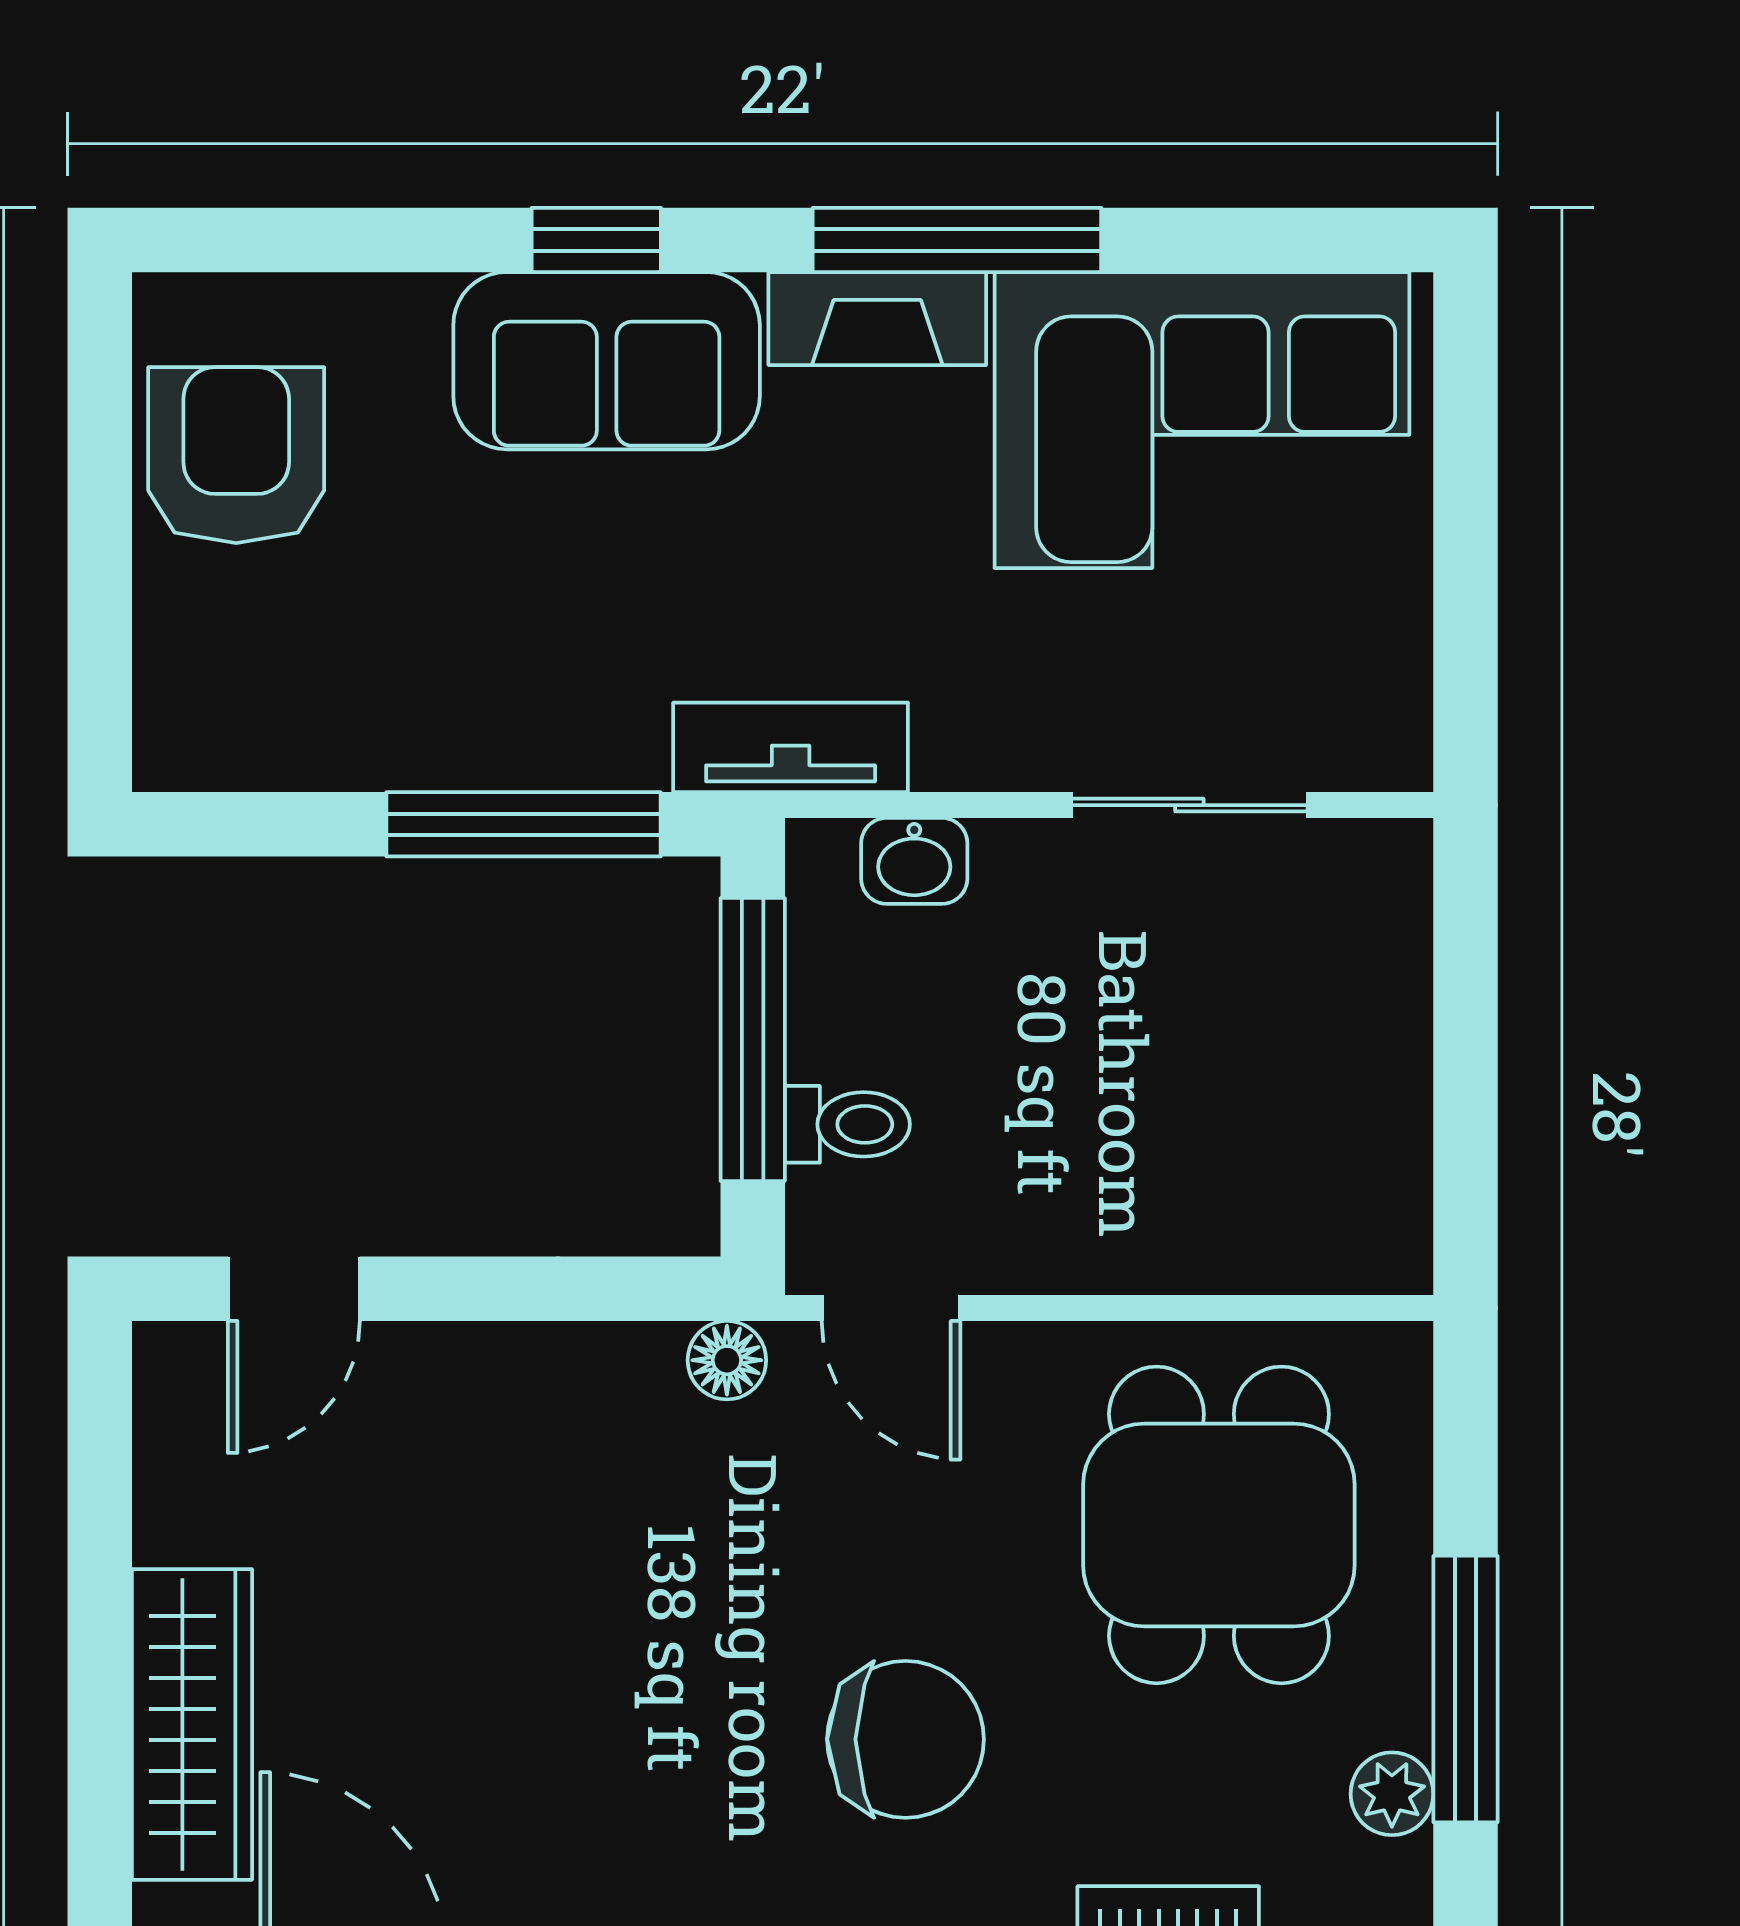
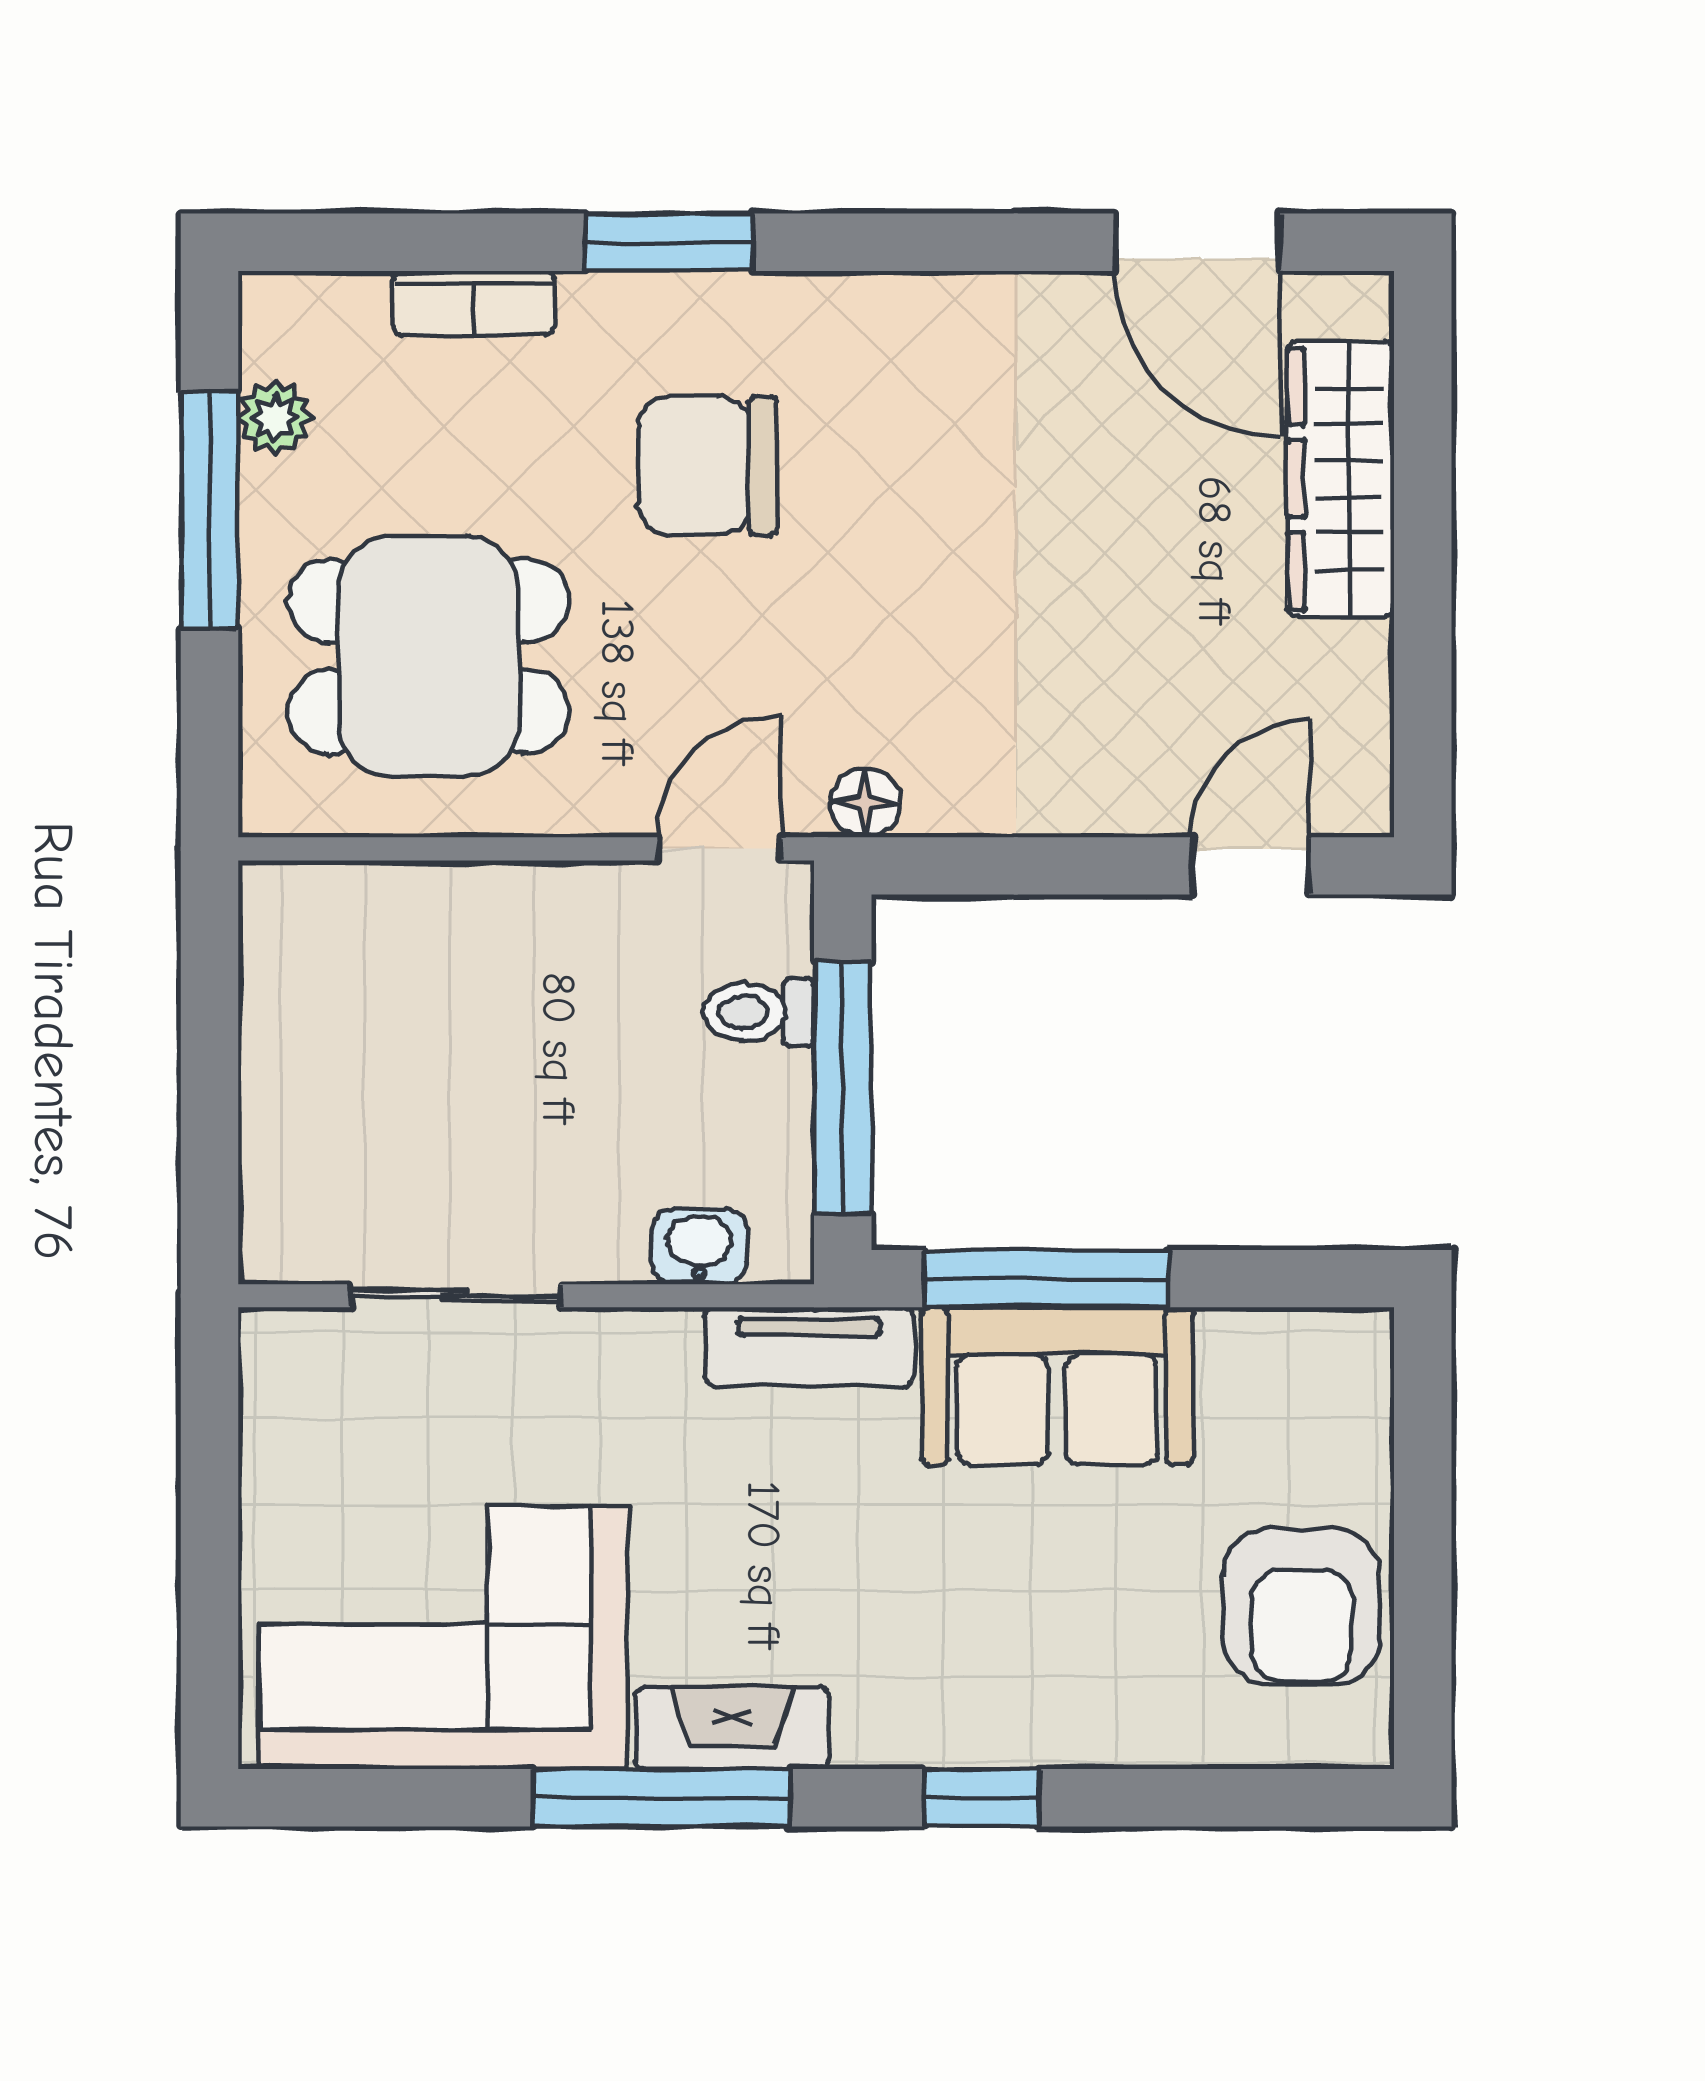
sofa: (607, 361) -> (1057, 1386), moved, turned 180
door: (891, 1308) -> (720, 849), hinge flipped
dining table: (1219, 1525) -> (429, 656), turned 90

